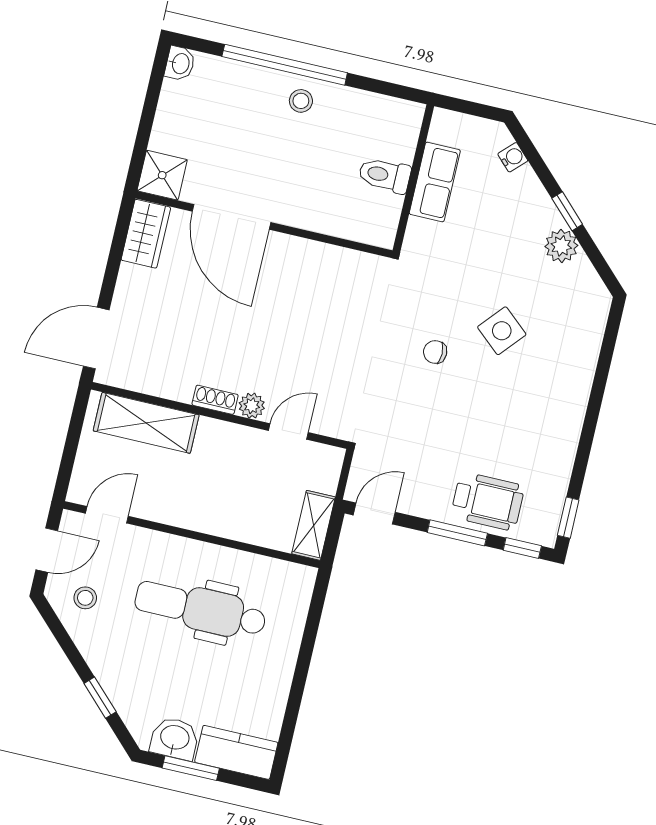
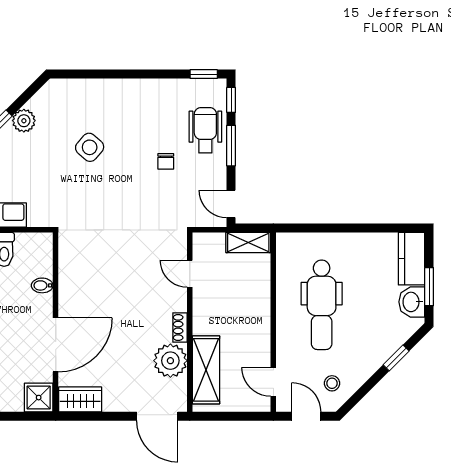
bidet: (321, 217) -> (42, 285), added
chair: (435, 352) -> (166, 161), moved
plant: (252, 406) -> (170, 361), moved, width x1.88, depth x1.88

